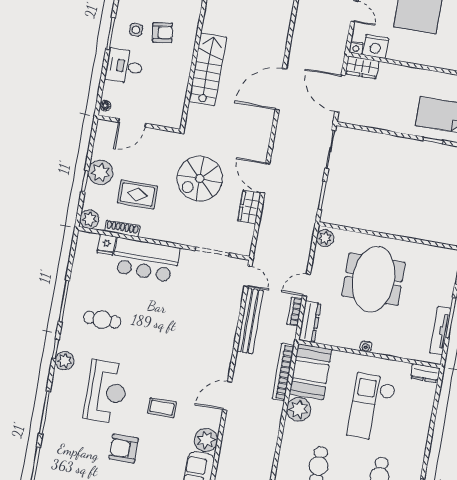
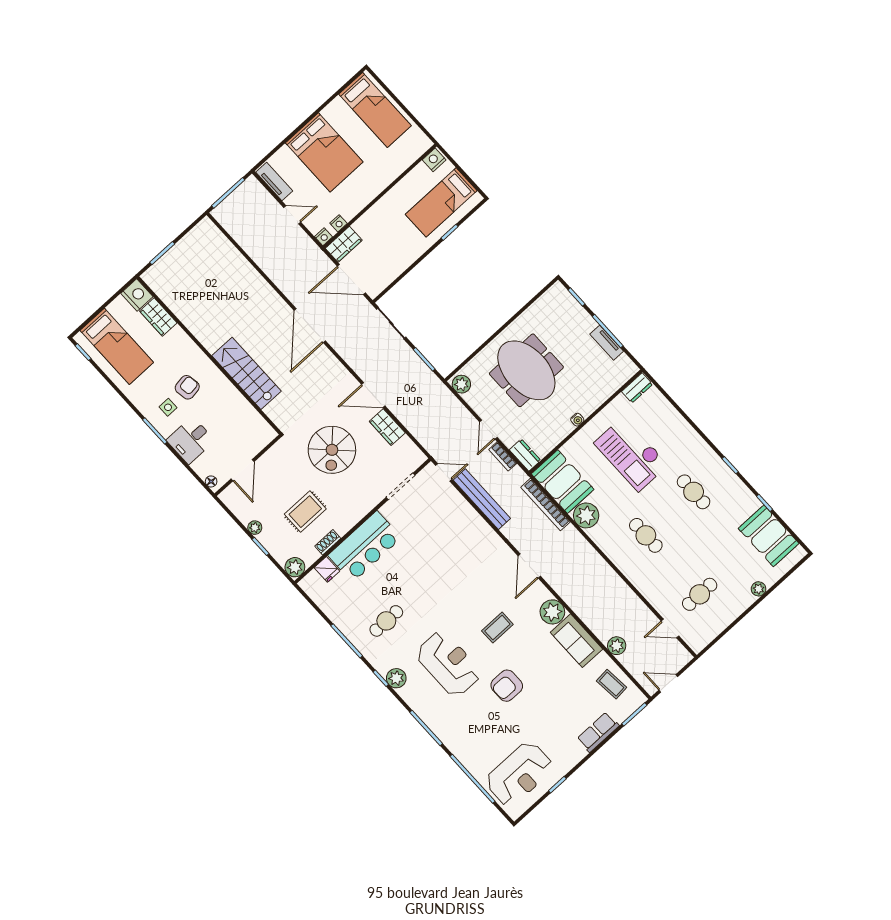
nightstand: (376, 47) -> (338, 223), width x0.53, depth x0.56
plant: (101, 172) -> (255, 528), width x0.53, depth x0.53
shoe rack: (122, 229) -> (328, 542), width x0.70
dresser: (310, 322) -> (525, 455), width x0.70
tv unit: (440, 331) -> (607, 343), width x0.71

